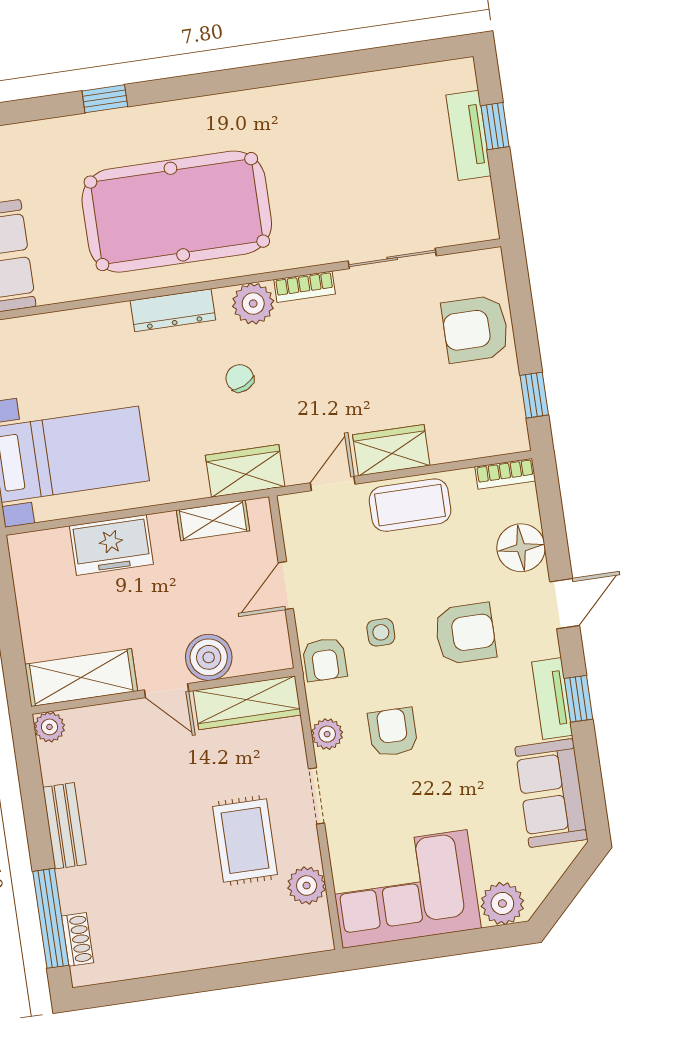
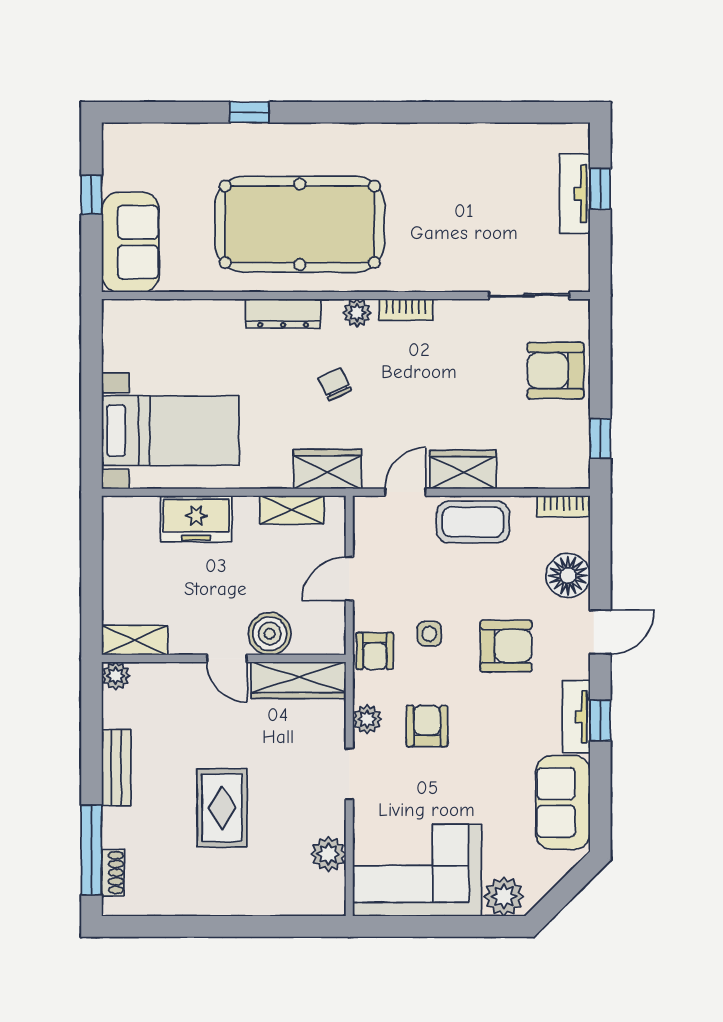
sliding door: (392, 258) -> (529, 295), moved
plant: (253, 304) -> (357, 313), width x0.73, depth x0.73
shelving: (81, 678) -> (135, 640), width x0.67, depth x0.75
rug: (245, 840) -> (222, 808), moved

